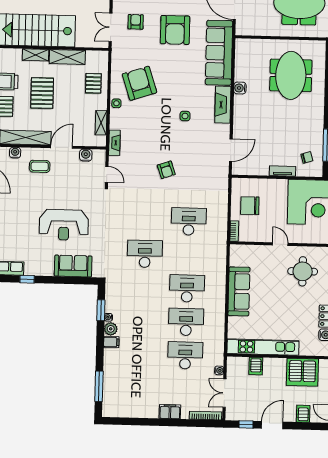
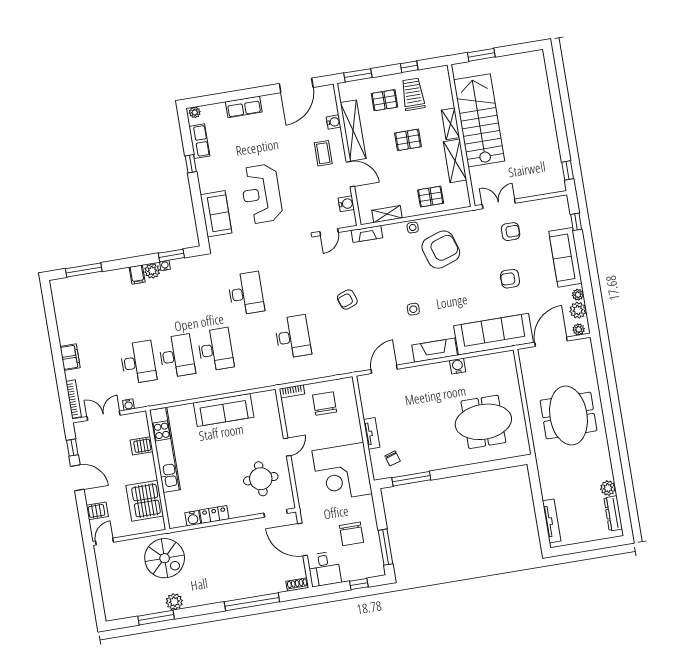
armchair: (175, 30) -> (510, 279), width x0.53, depth x0.53
pallet: (42, 93) -> (408, 140), width x0.67, depth x0.71
door: (231, 150) -> (384, 369), swing flipped

